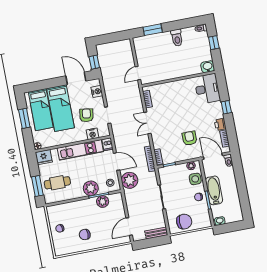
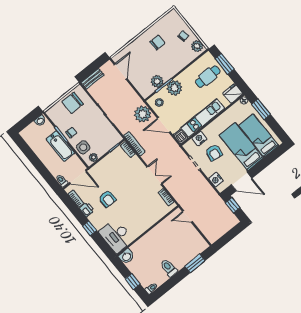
door: (138, 73) -> (187, 216), swing flipped
window: (24, 118) -> (261, 109), moved
armchair: (190, 138) -> (107, 199), moved
plant: (53, 214) -> (197, 46), added

